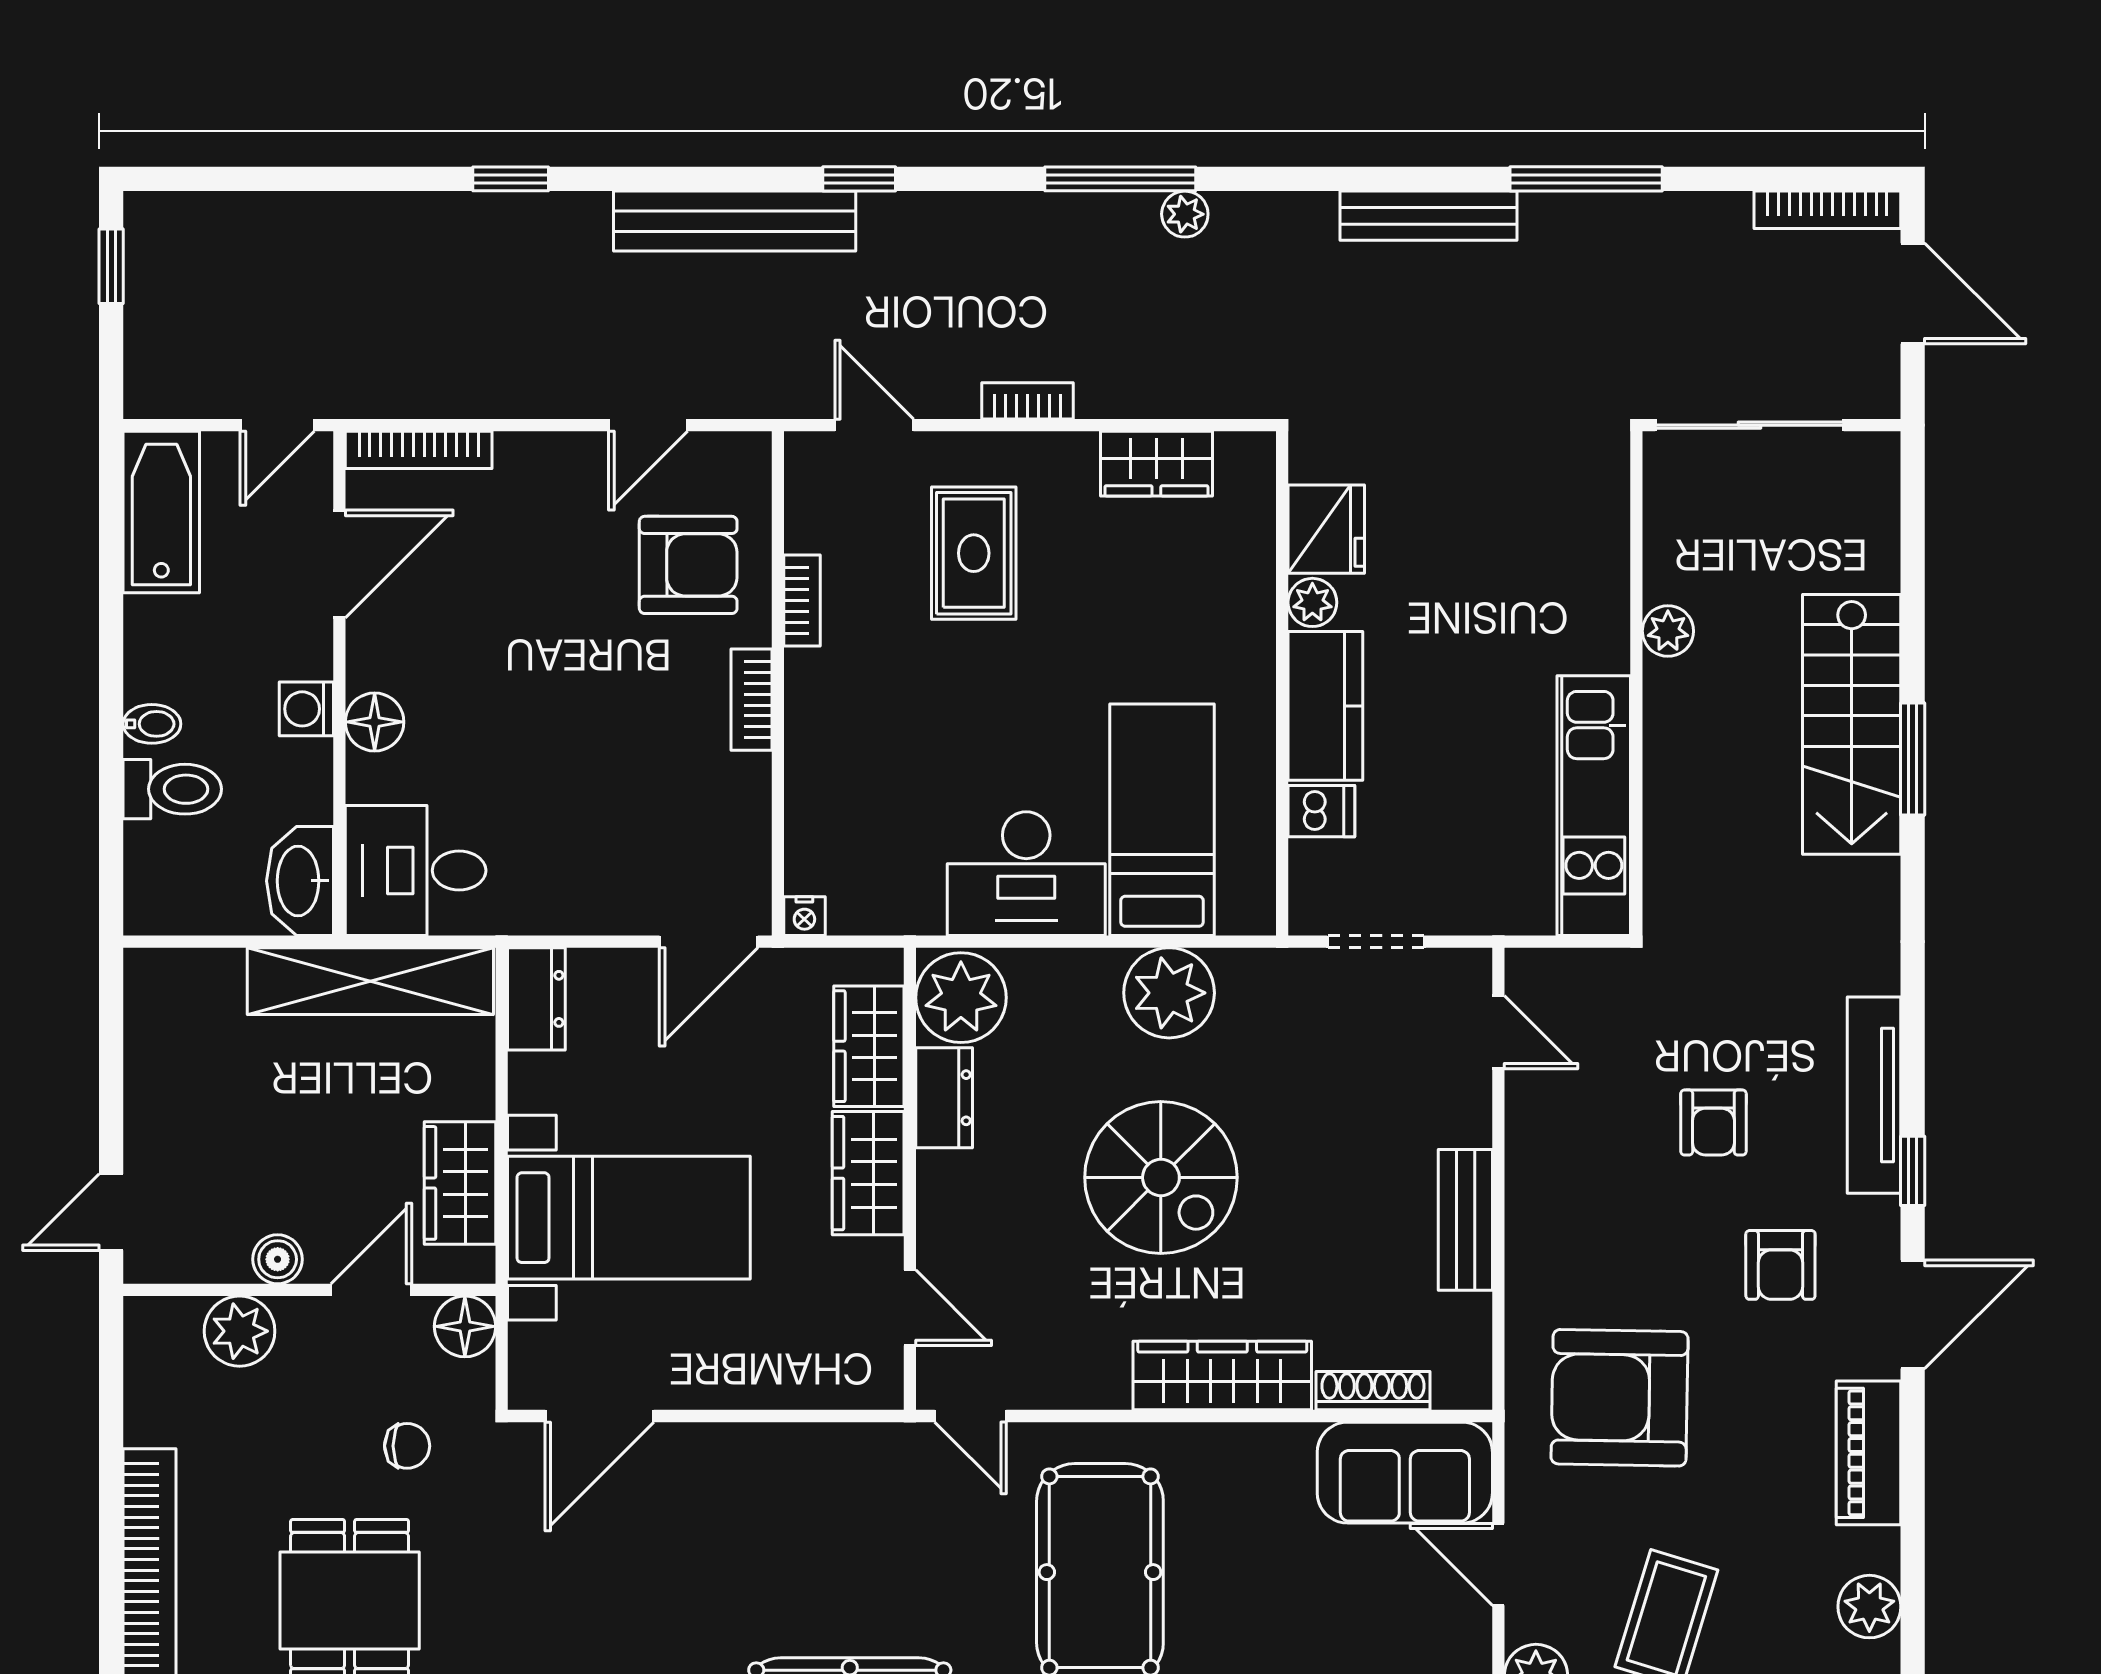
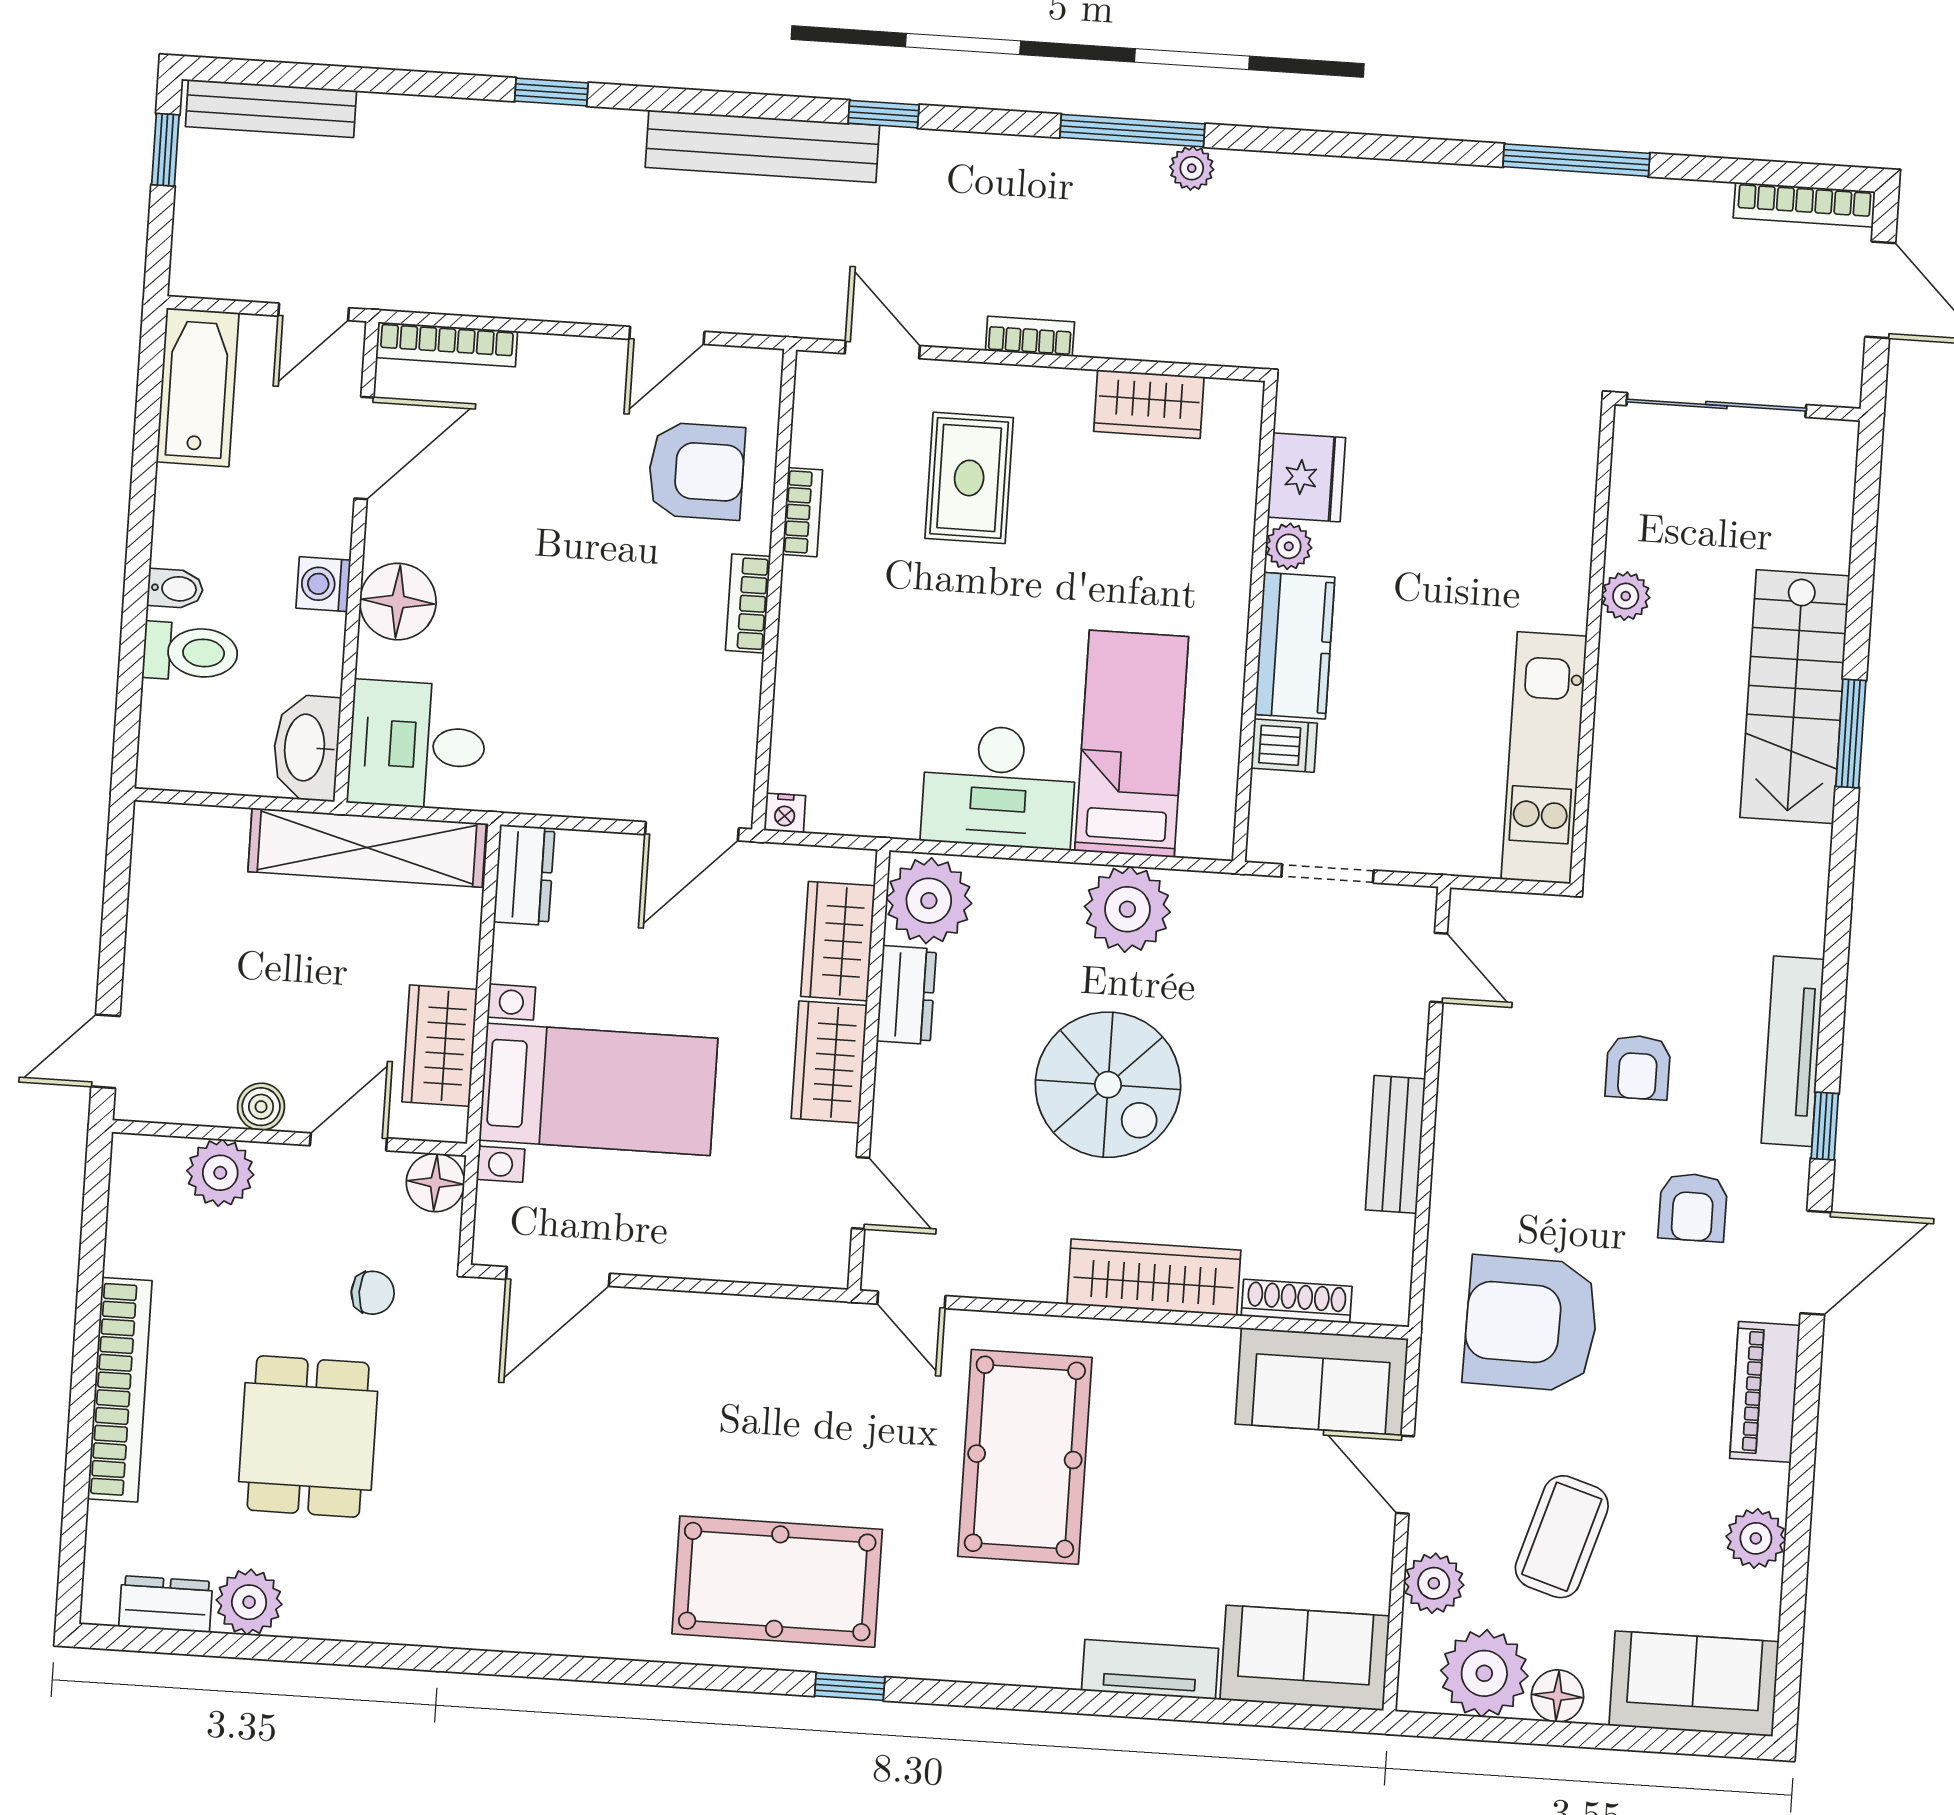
bench: (1428, 216) -> (271, 109), moved
floor lamp: (375, 722) -> (398, 602), width x1.38, depth x1.38

